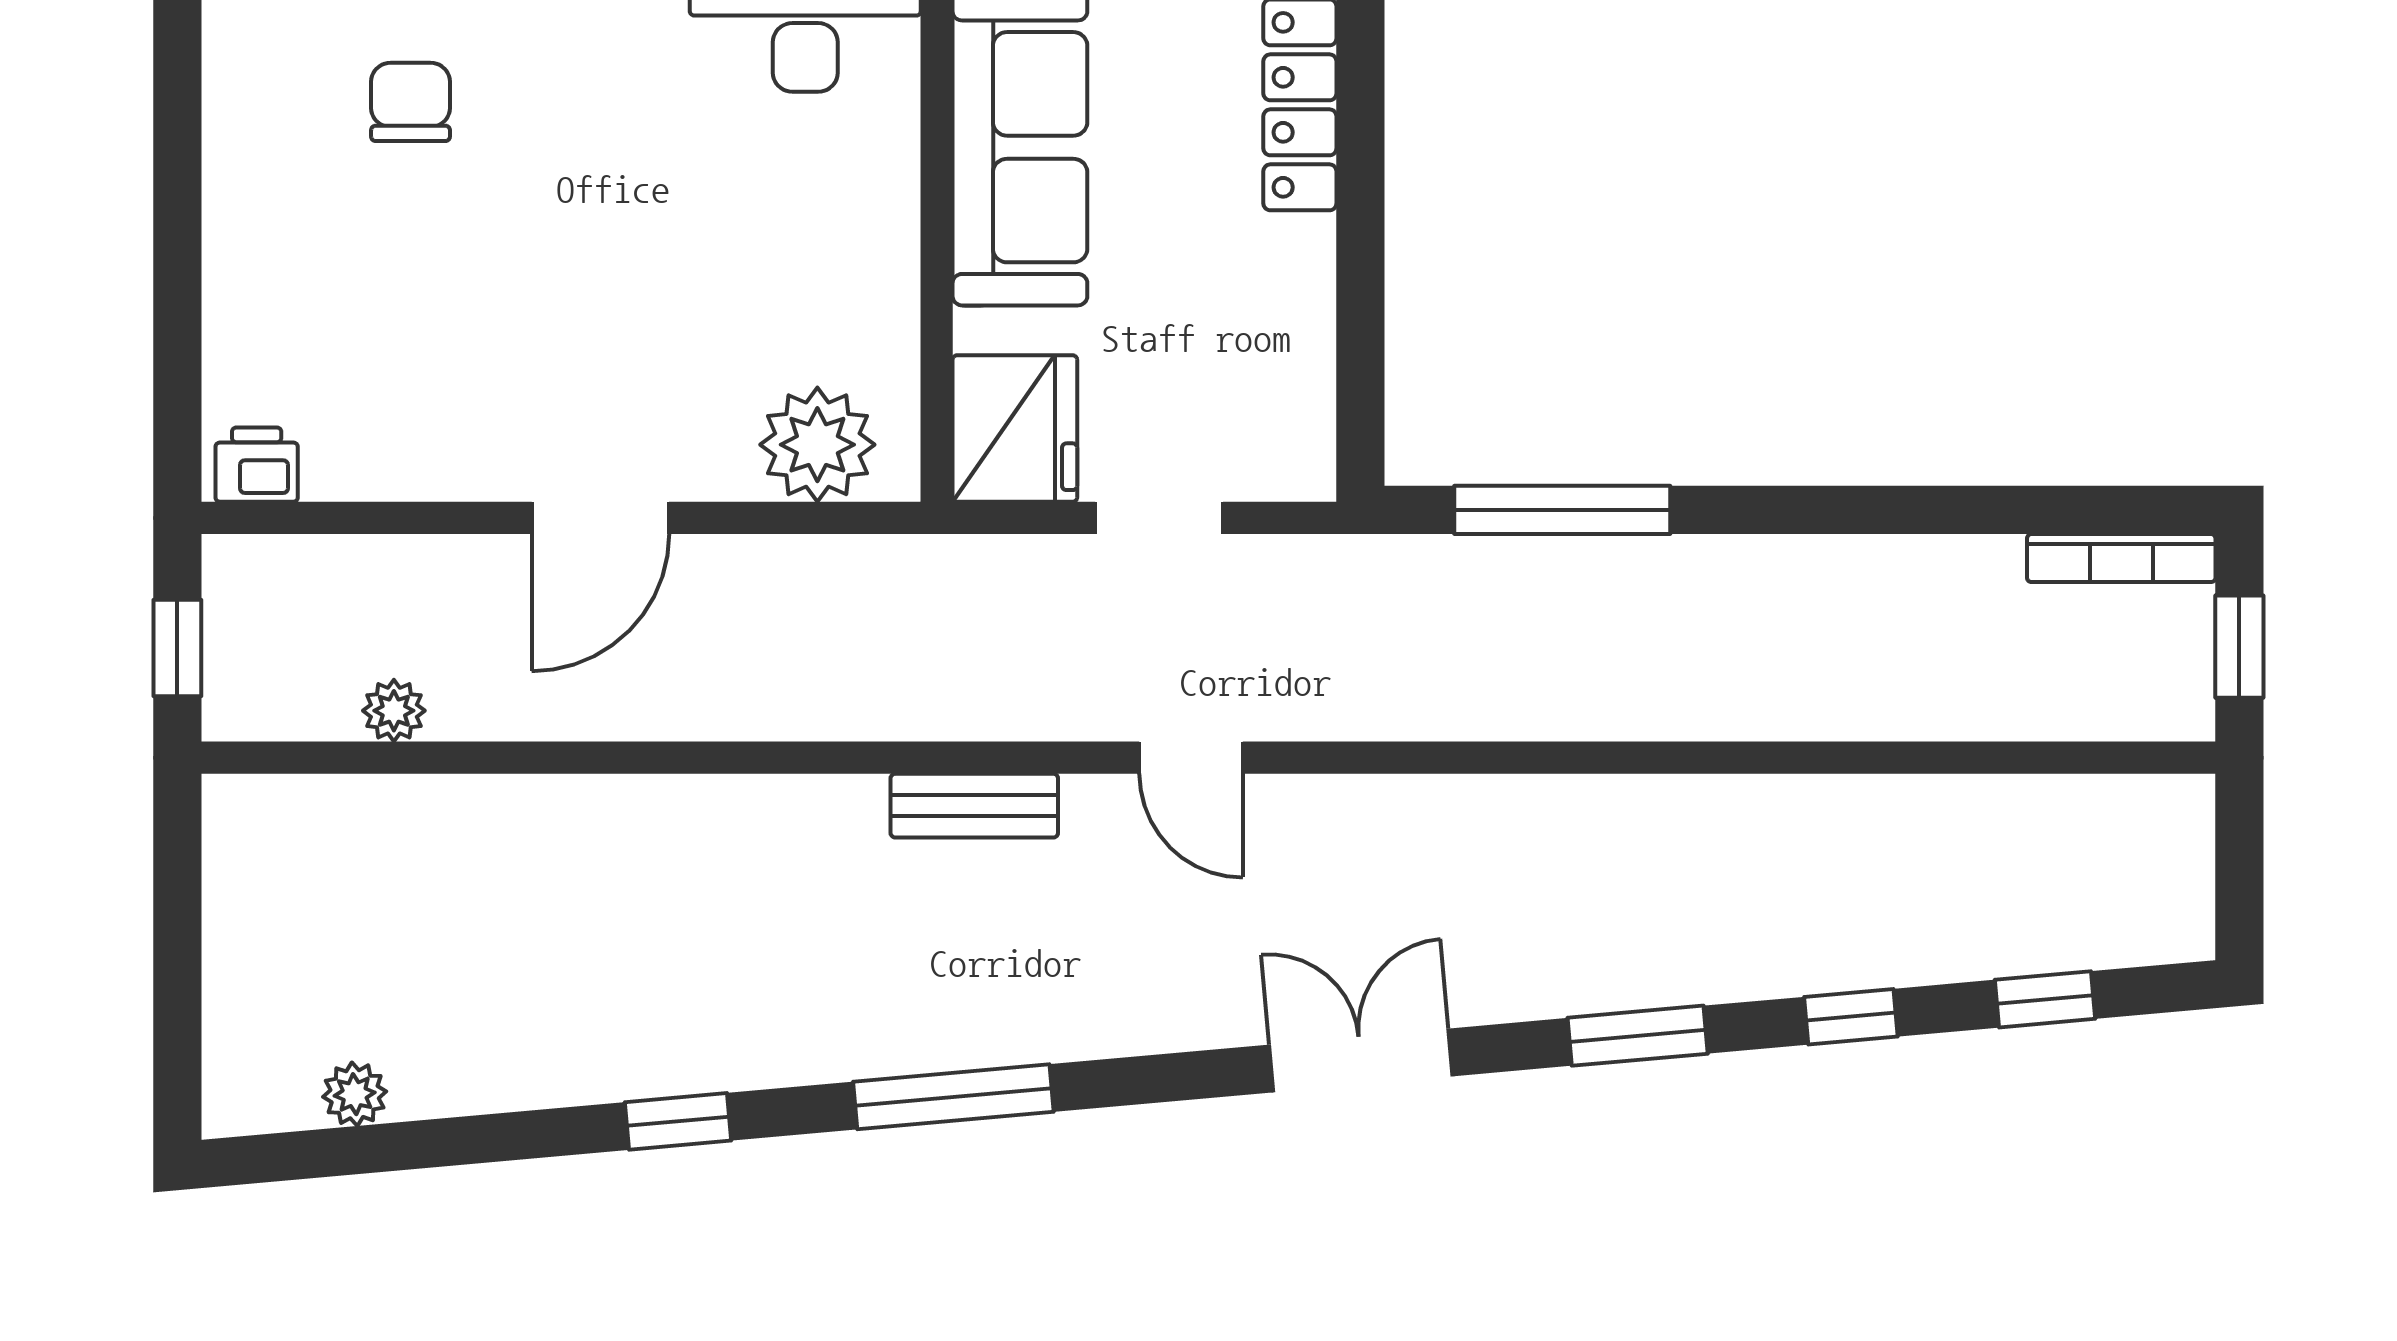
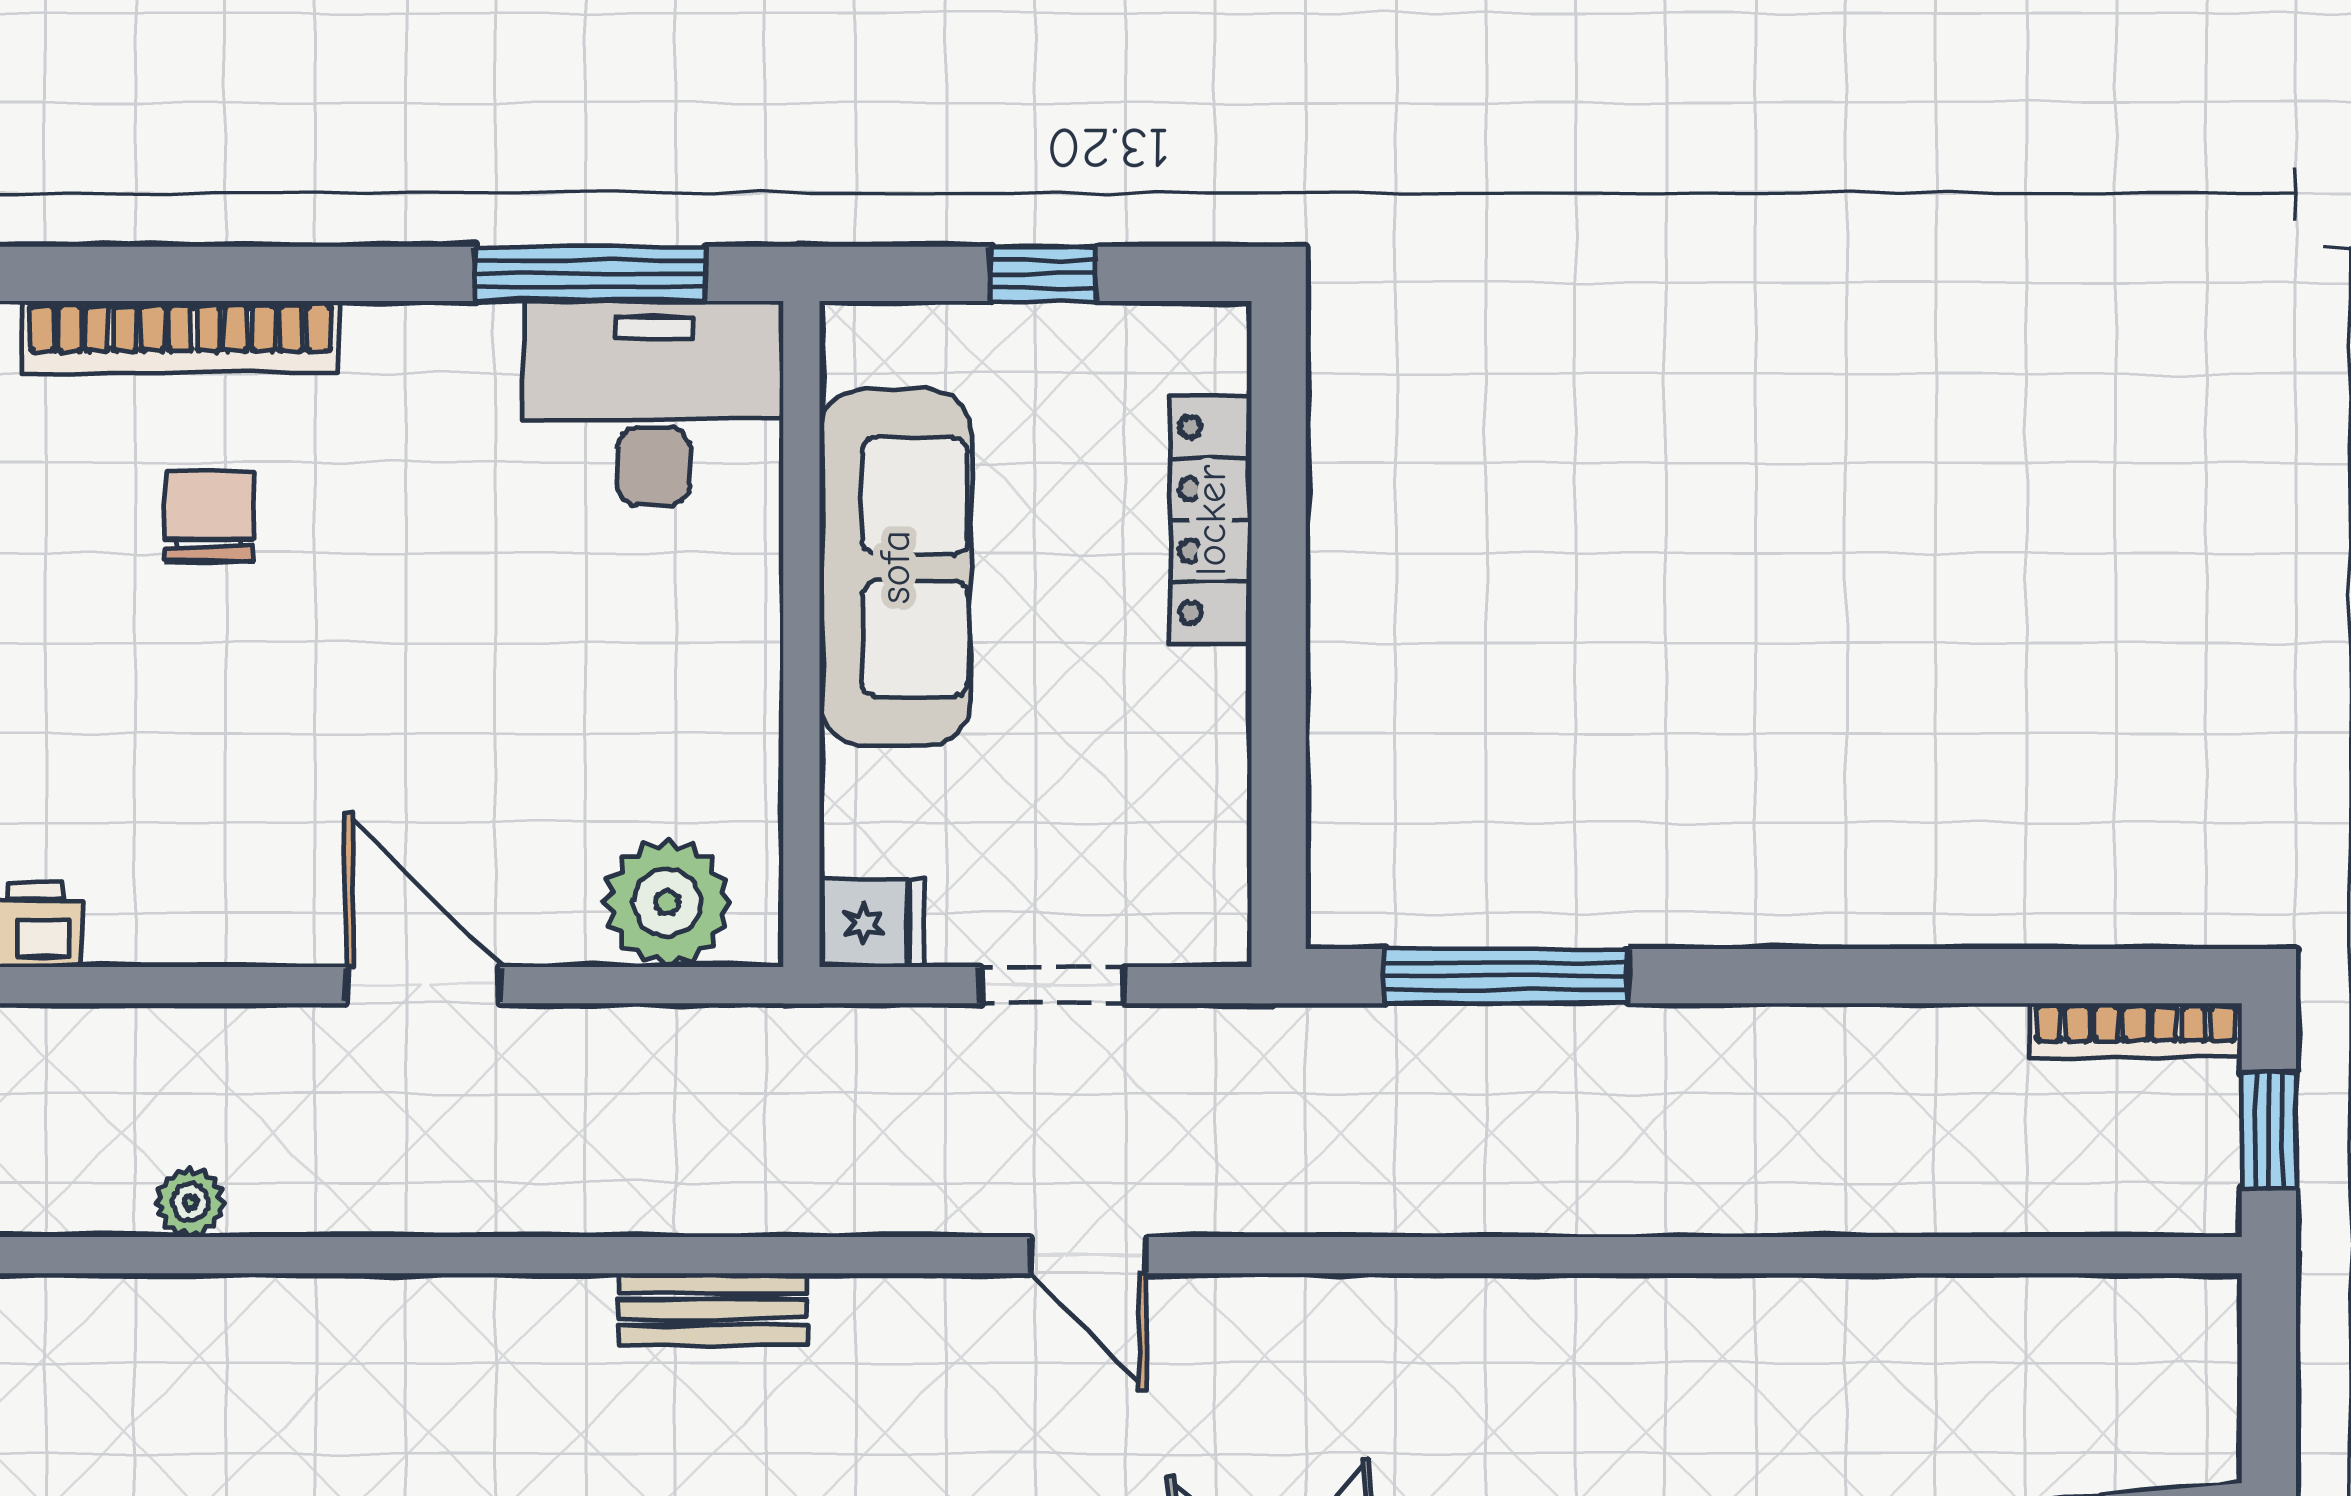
fridge: (1015, 429) -> (872, 923), width x0.53, depth x0.75
door: (600, 518) -> (423, 985), swing flipped
bench: (974, 806) -> (713, 1309), moved

